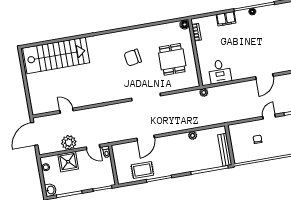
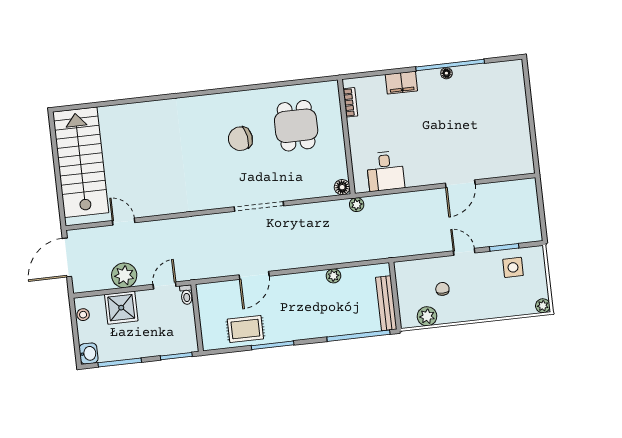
floor lamp: (185, 24) -> (342, 187), moved
stairs: (56, 55) -> (81, 162), moved, turned -90
dining table: (172, 59) -> (296, 126), moved
door: (269, 117) -> (464, 252), hinge flipped
door: (93, 147) -> (165, 285), swing flipped
plant: (249, 156) -> (427, 316), added

